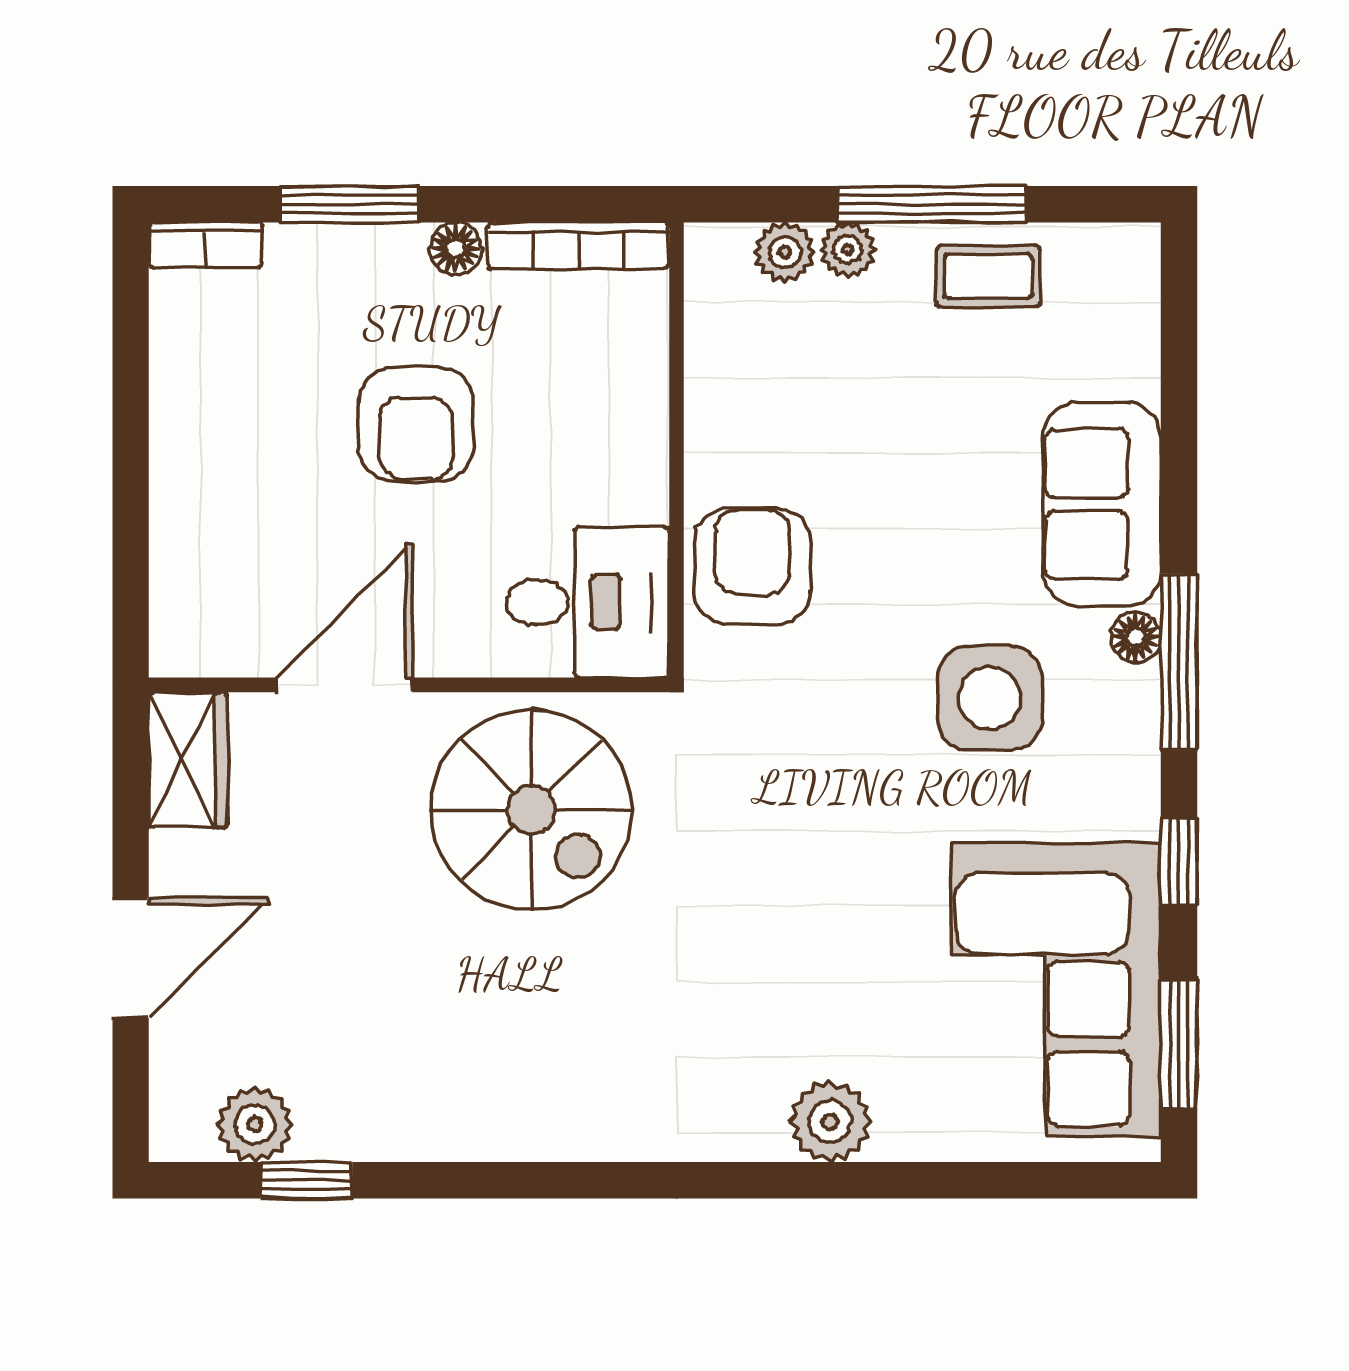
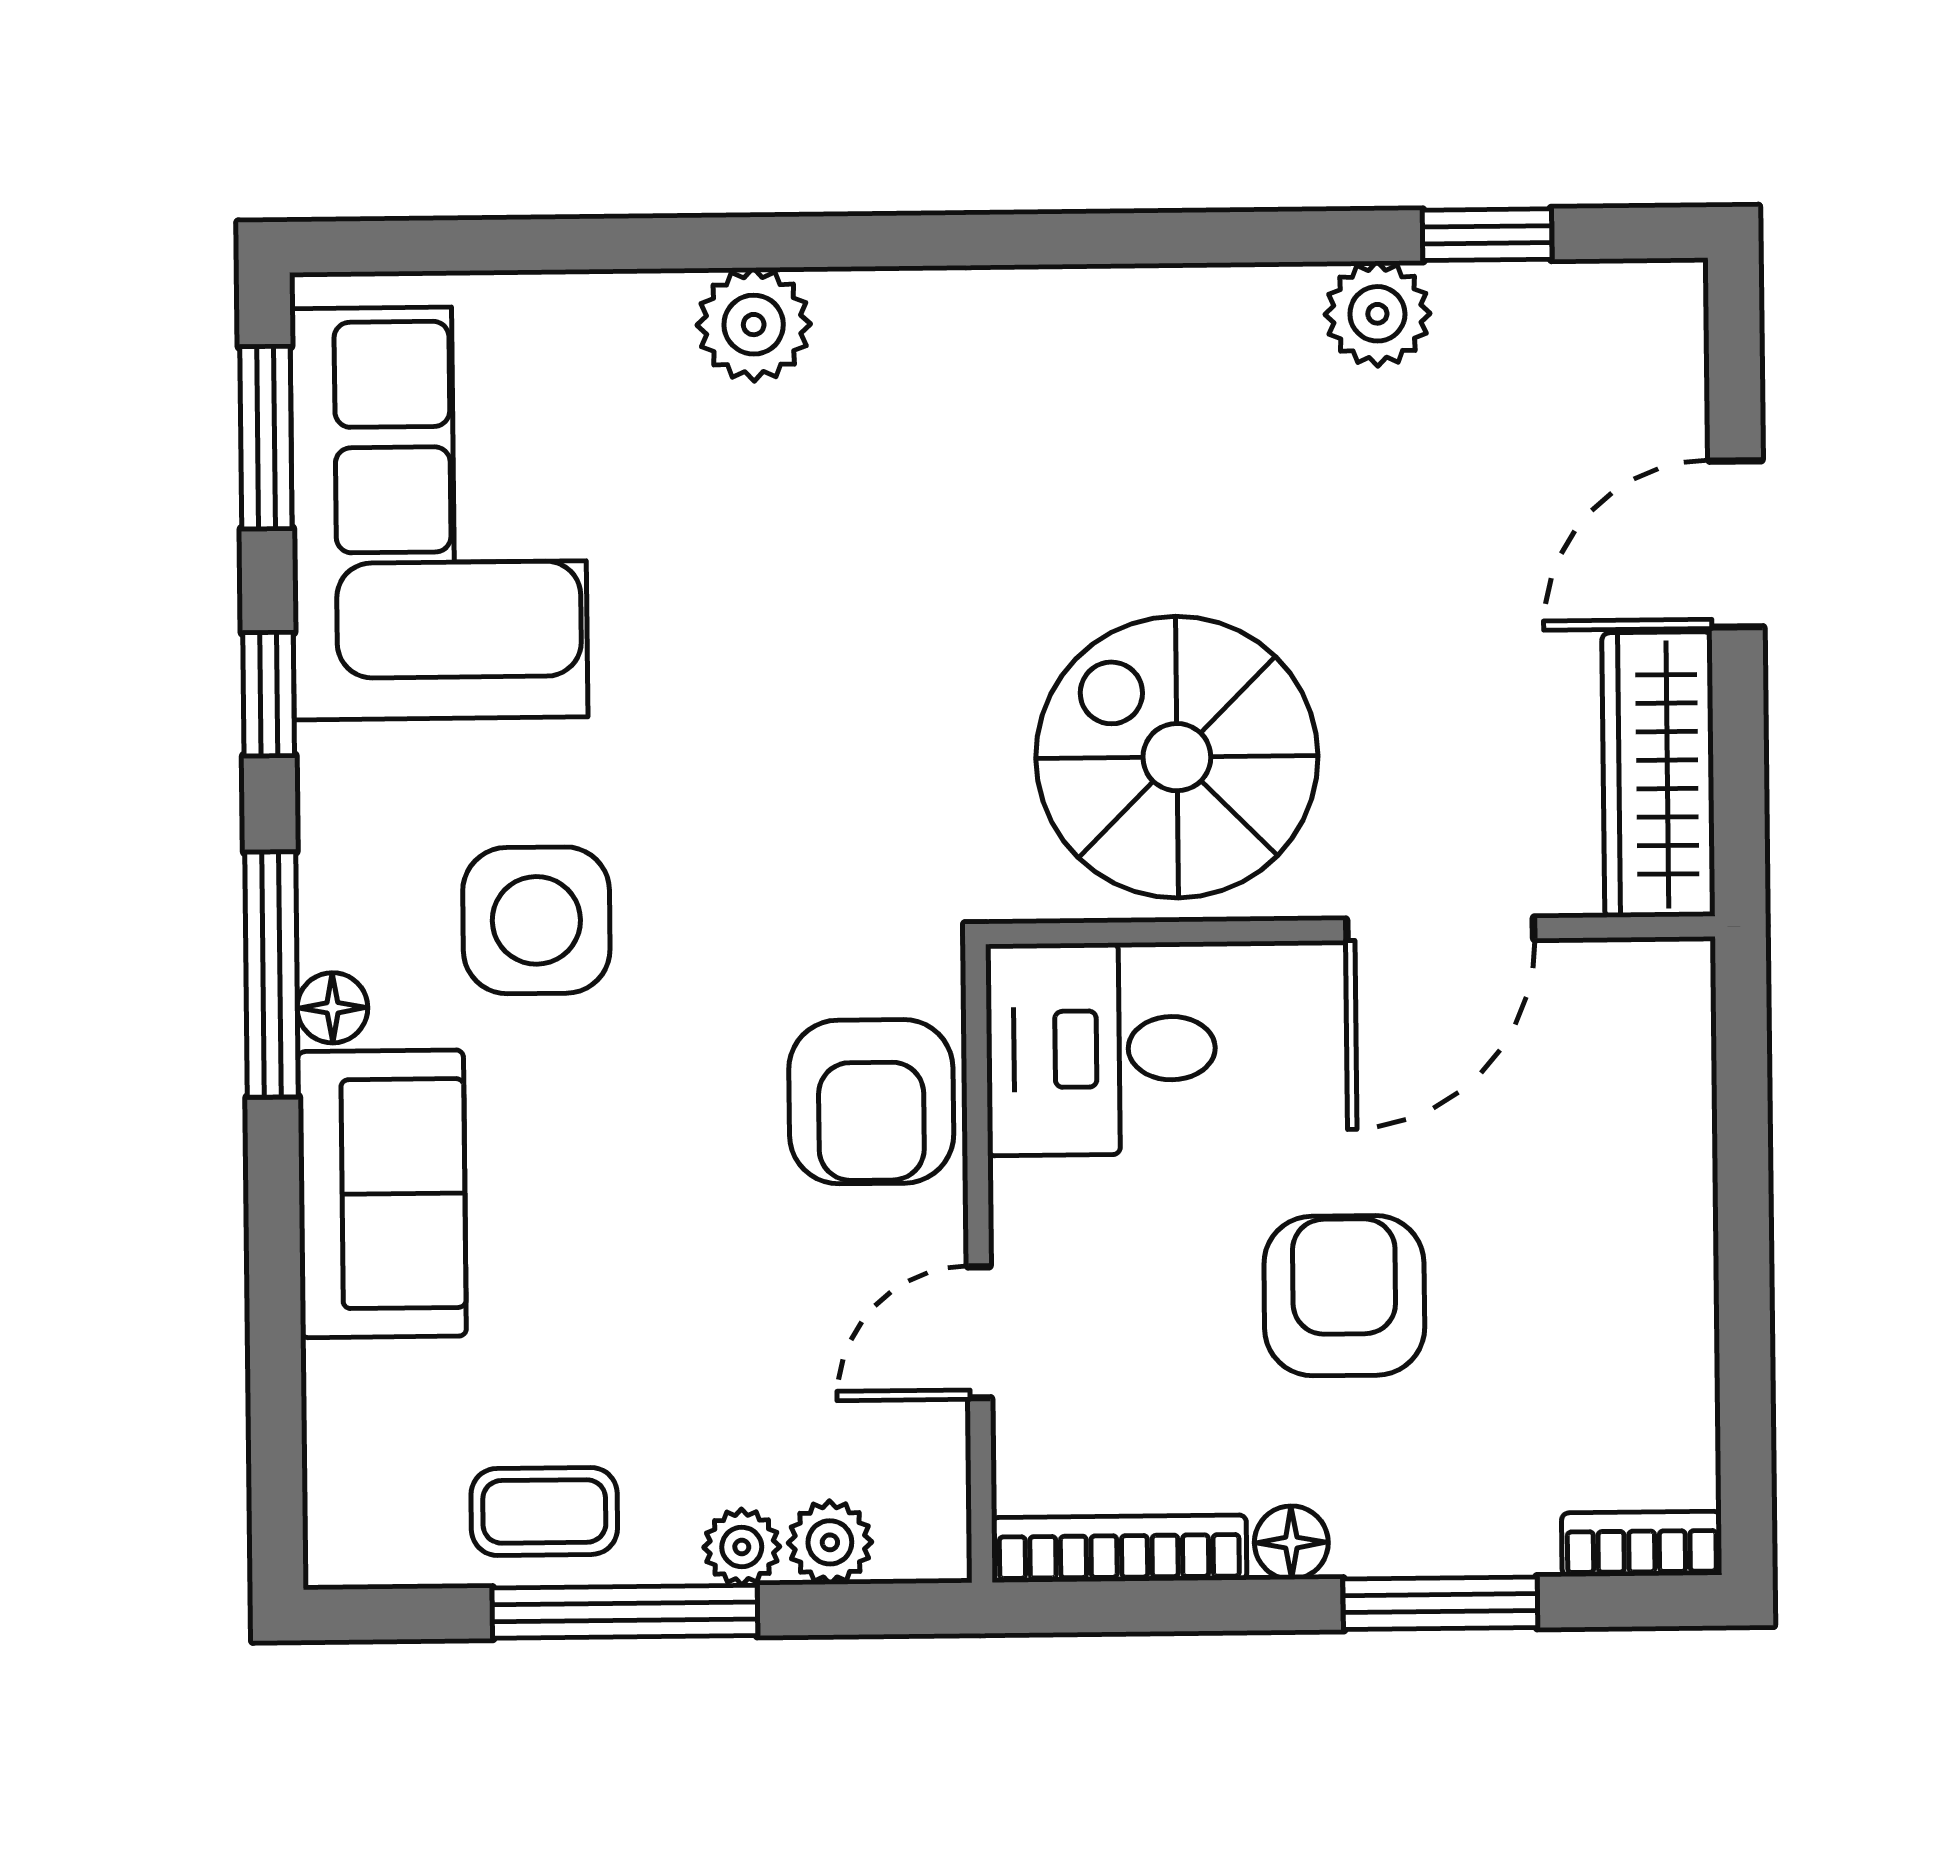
door: (676, 401) -> (980, 1332), added
wardrobe: (188, 760) -> (1658, 775), width x1.50
plant: (255, 1125) -> (1377, 314), moved

